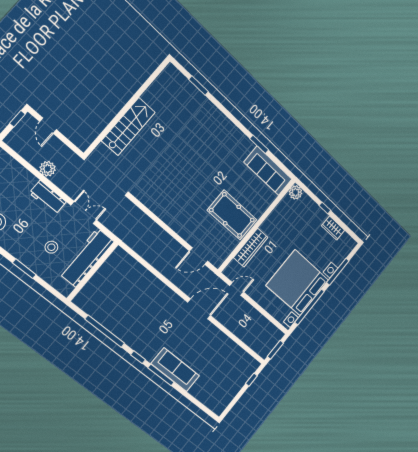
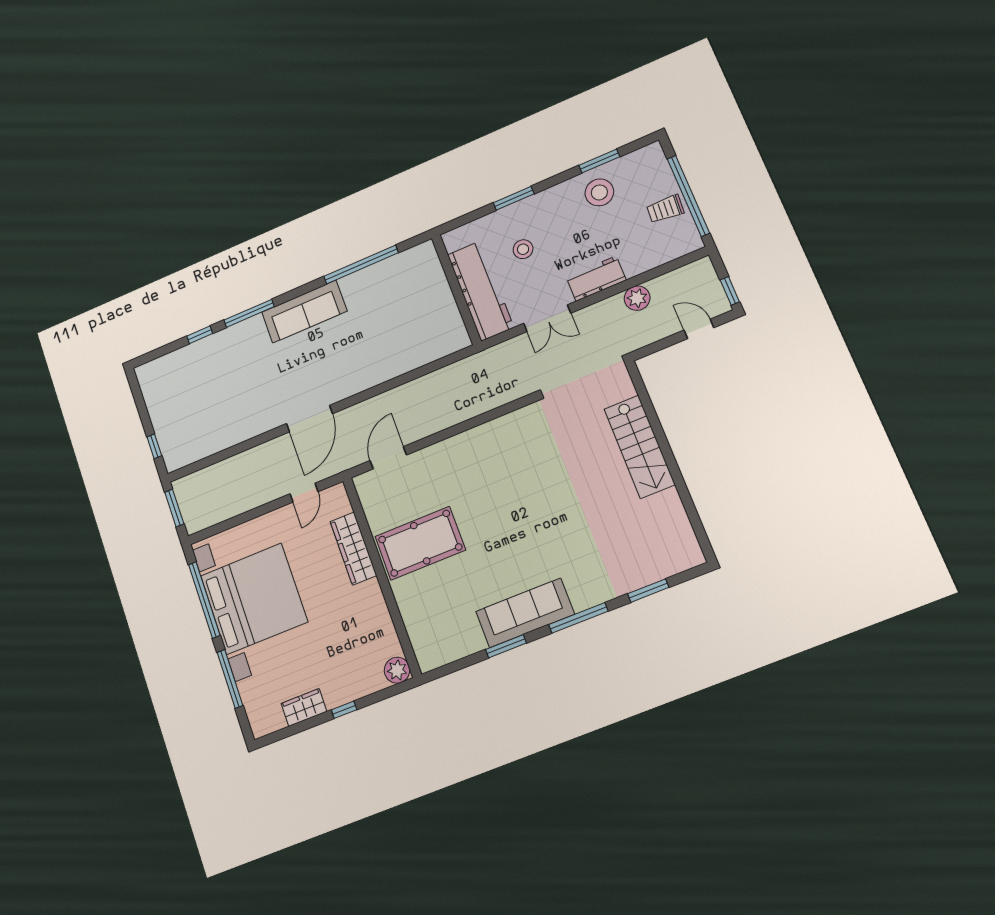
window: (229, 115) -> (578, 618), added
sofa: (268, 171) -> (525, 613), moved
window: (138, 357) -> (200, 335), moved
sofa: (175, 370) -> (304, 312), moved

